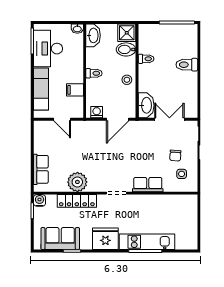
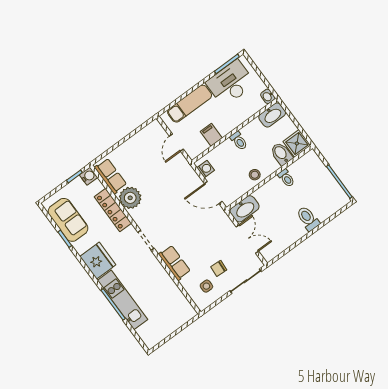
row of seats: (41, 169) -> (111, 176), moved, turned -90

